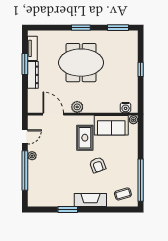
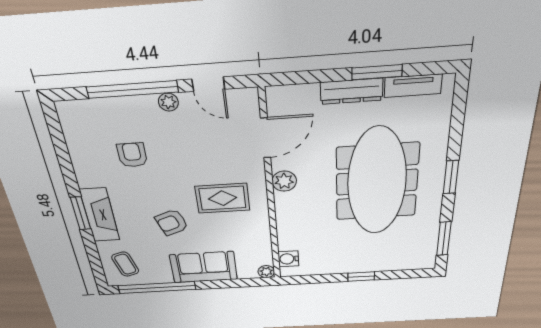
meeting table: (81, 63) -> (377, 182), width x1.36
sofa: (111, 125) -> (204, 267), moved, turned 90
armchair: (57, 177) -> (132, 155), added
window: (68, 209) -> (81, 213), moved

